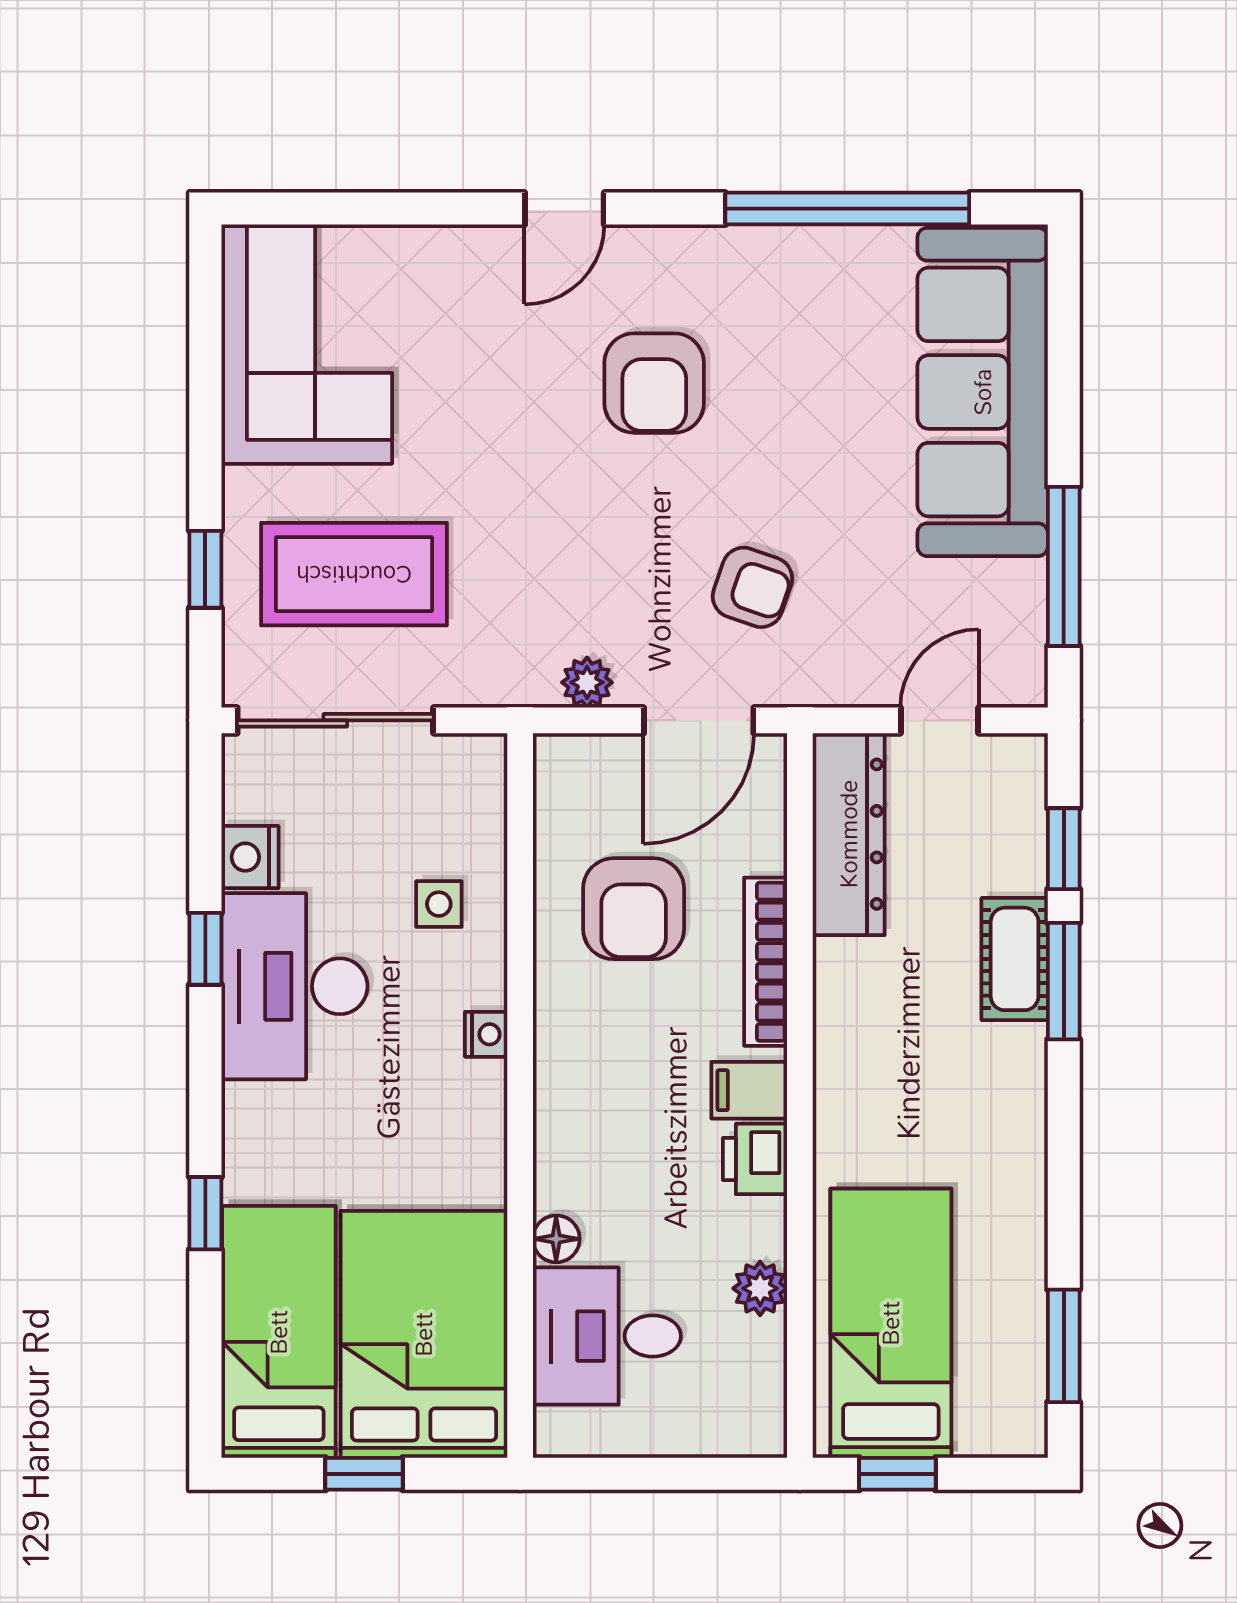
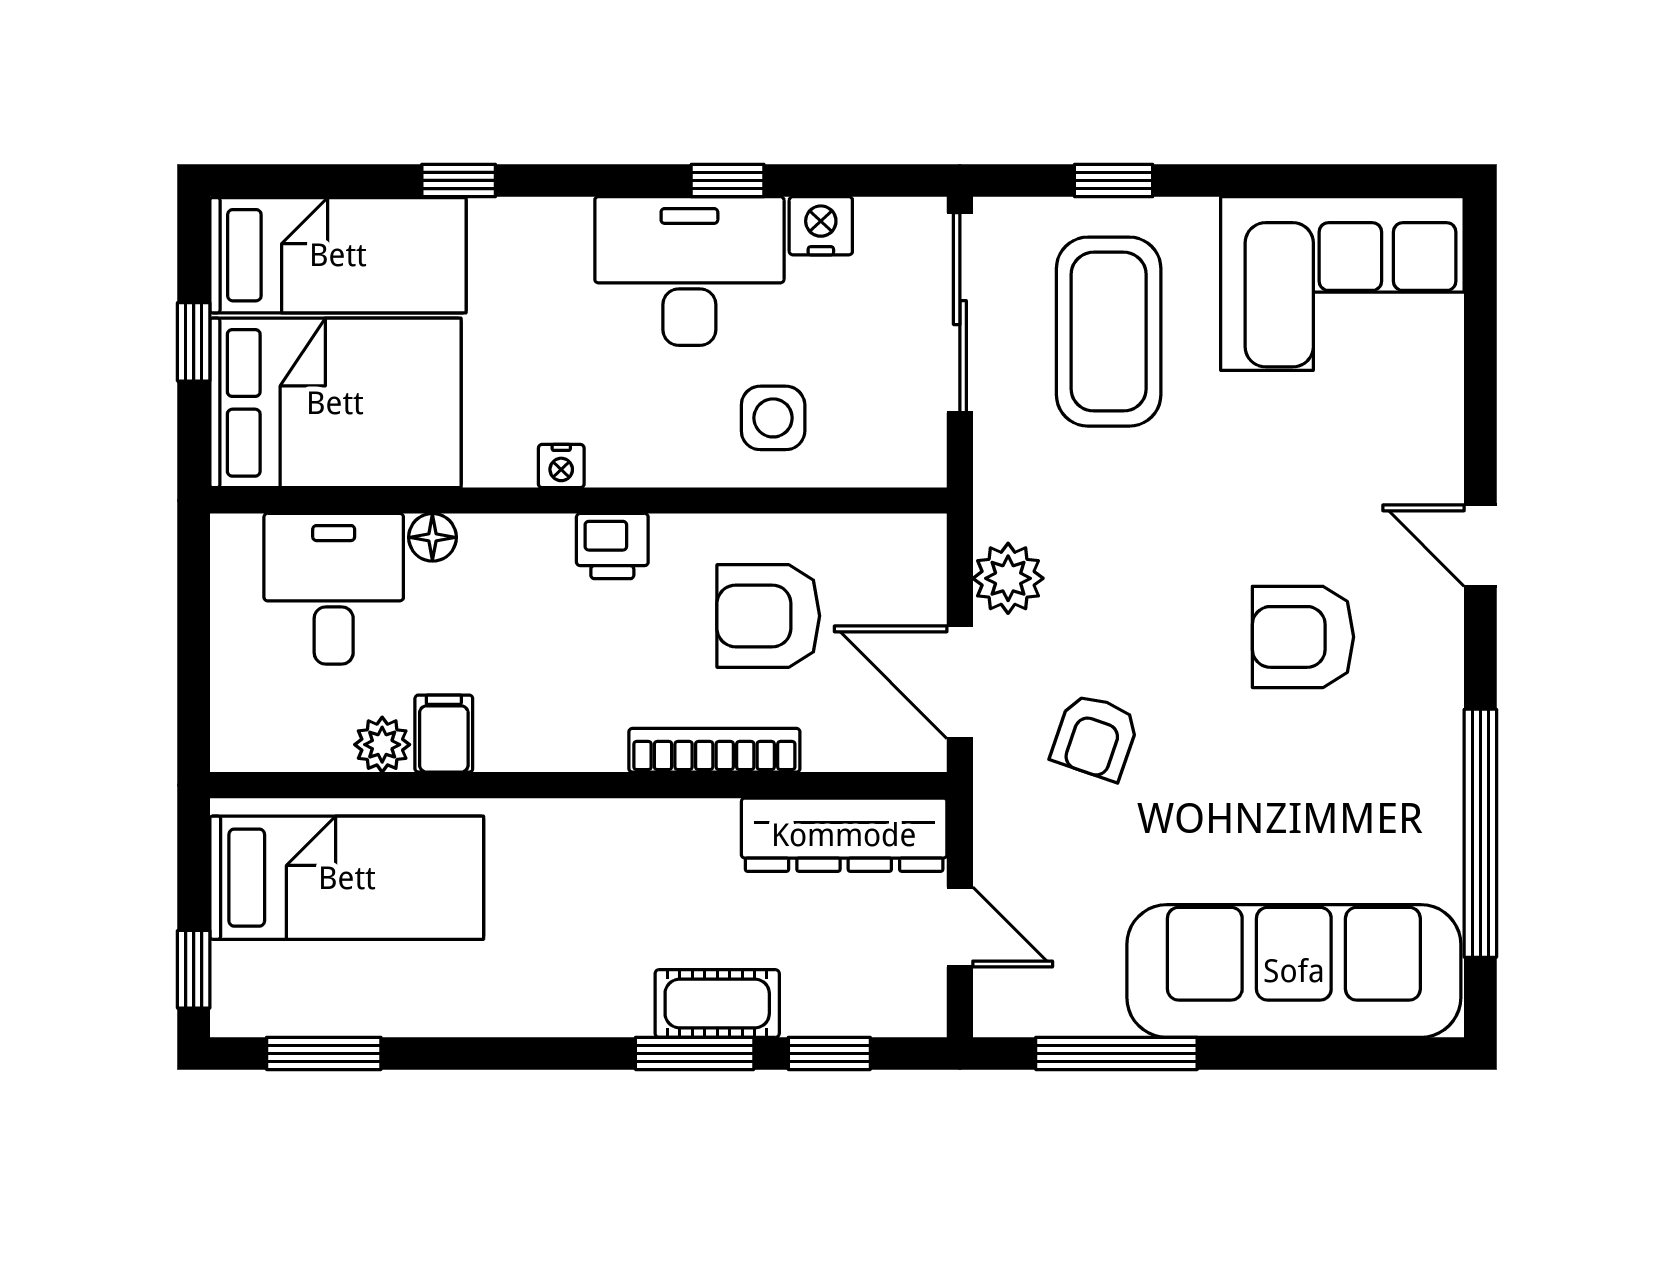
plant: (587, 682) -> (1008, 578), width x1.38, depth x1.38
side table: (439, 904) -> (773, 418), width x1.37, depth x1.37
nightstand: (486, 1034) -> (561, 466), moved
filing cabinet: (749, 1090) -> (444, 734), moved
printer: (755, 1159) -> (612, 546), moved, turned 180
window: (897, 1474) -> (194, 969), moved

